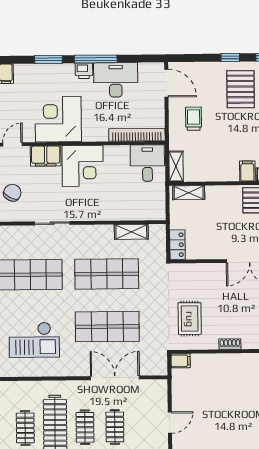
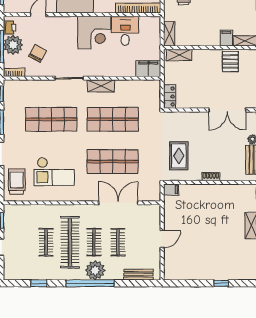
filing cabinet: (46, 156) -> (148, 69), moved, turned 180
desk: (147, 163) -> (125, 31), moved
shelving: (131, 232) -> (101, 86), moved

